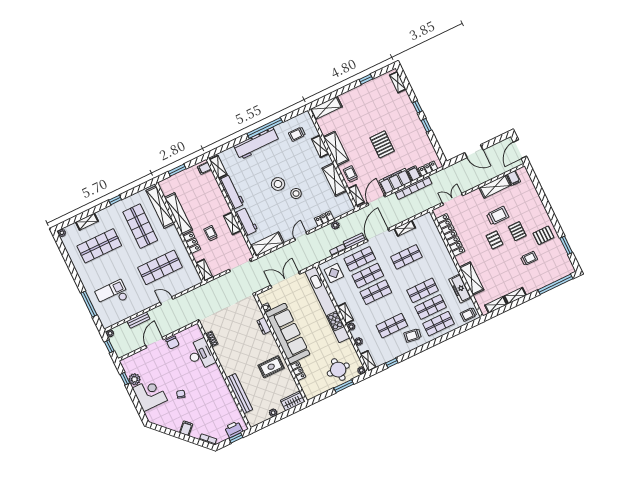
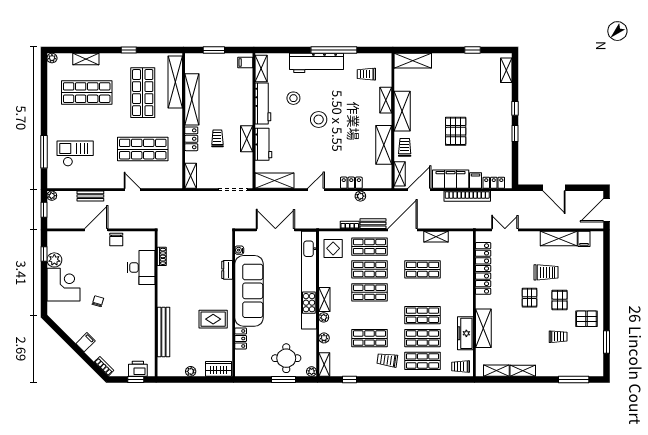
stool: (296, 193) -> (293, 98), moved
window: (555, 284) -> (574, 380), width x0.68

